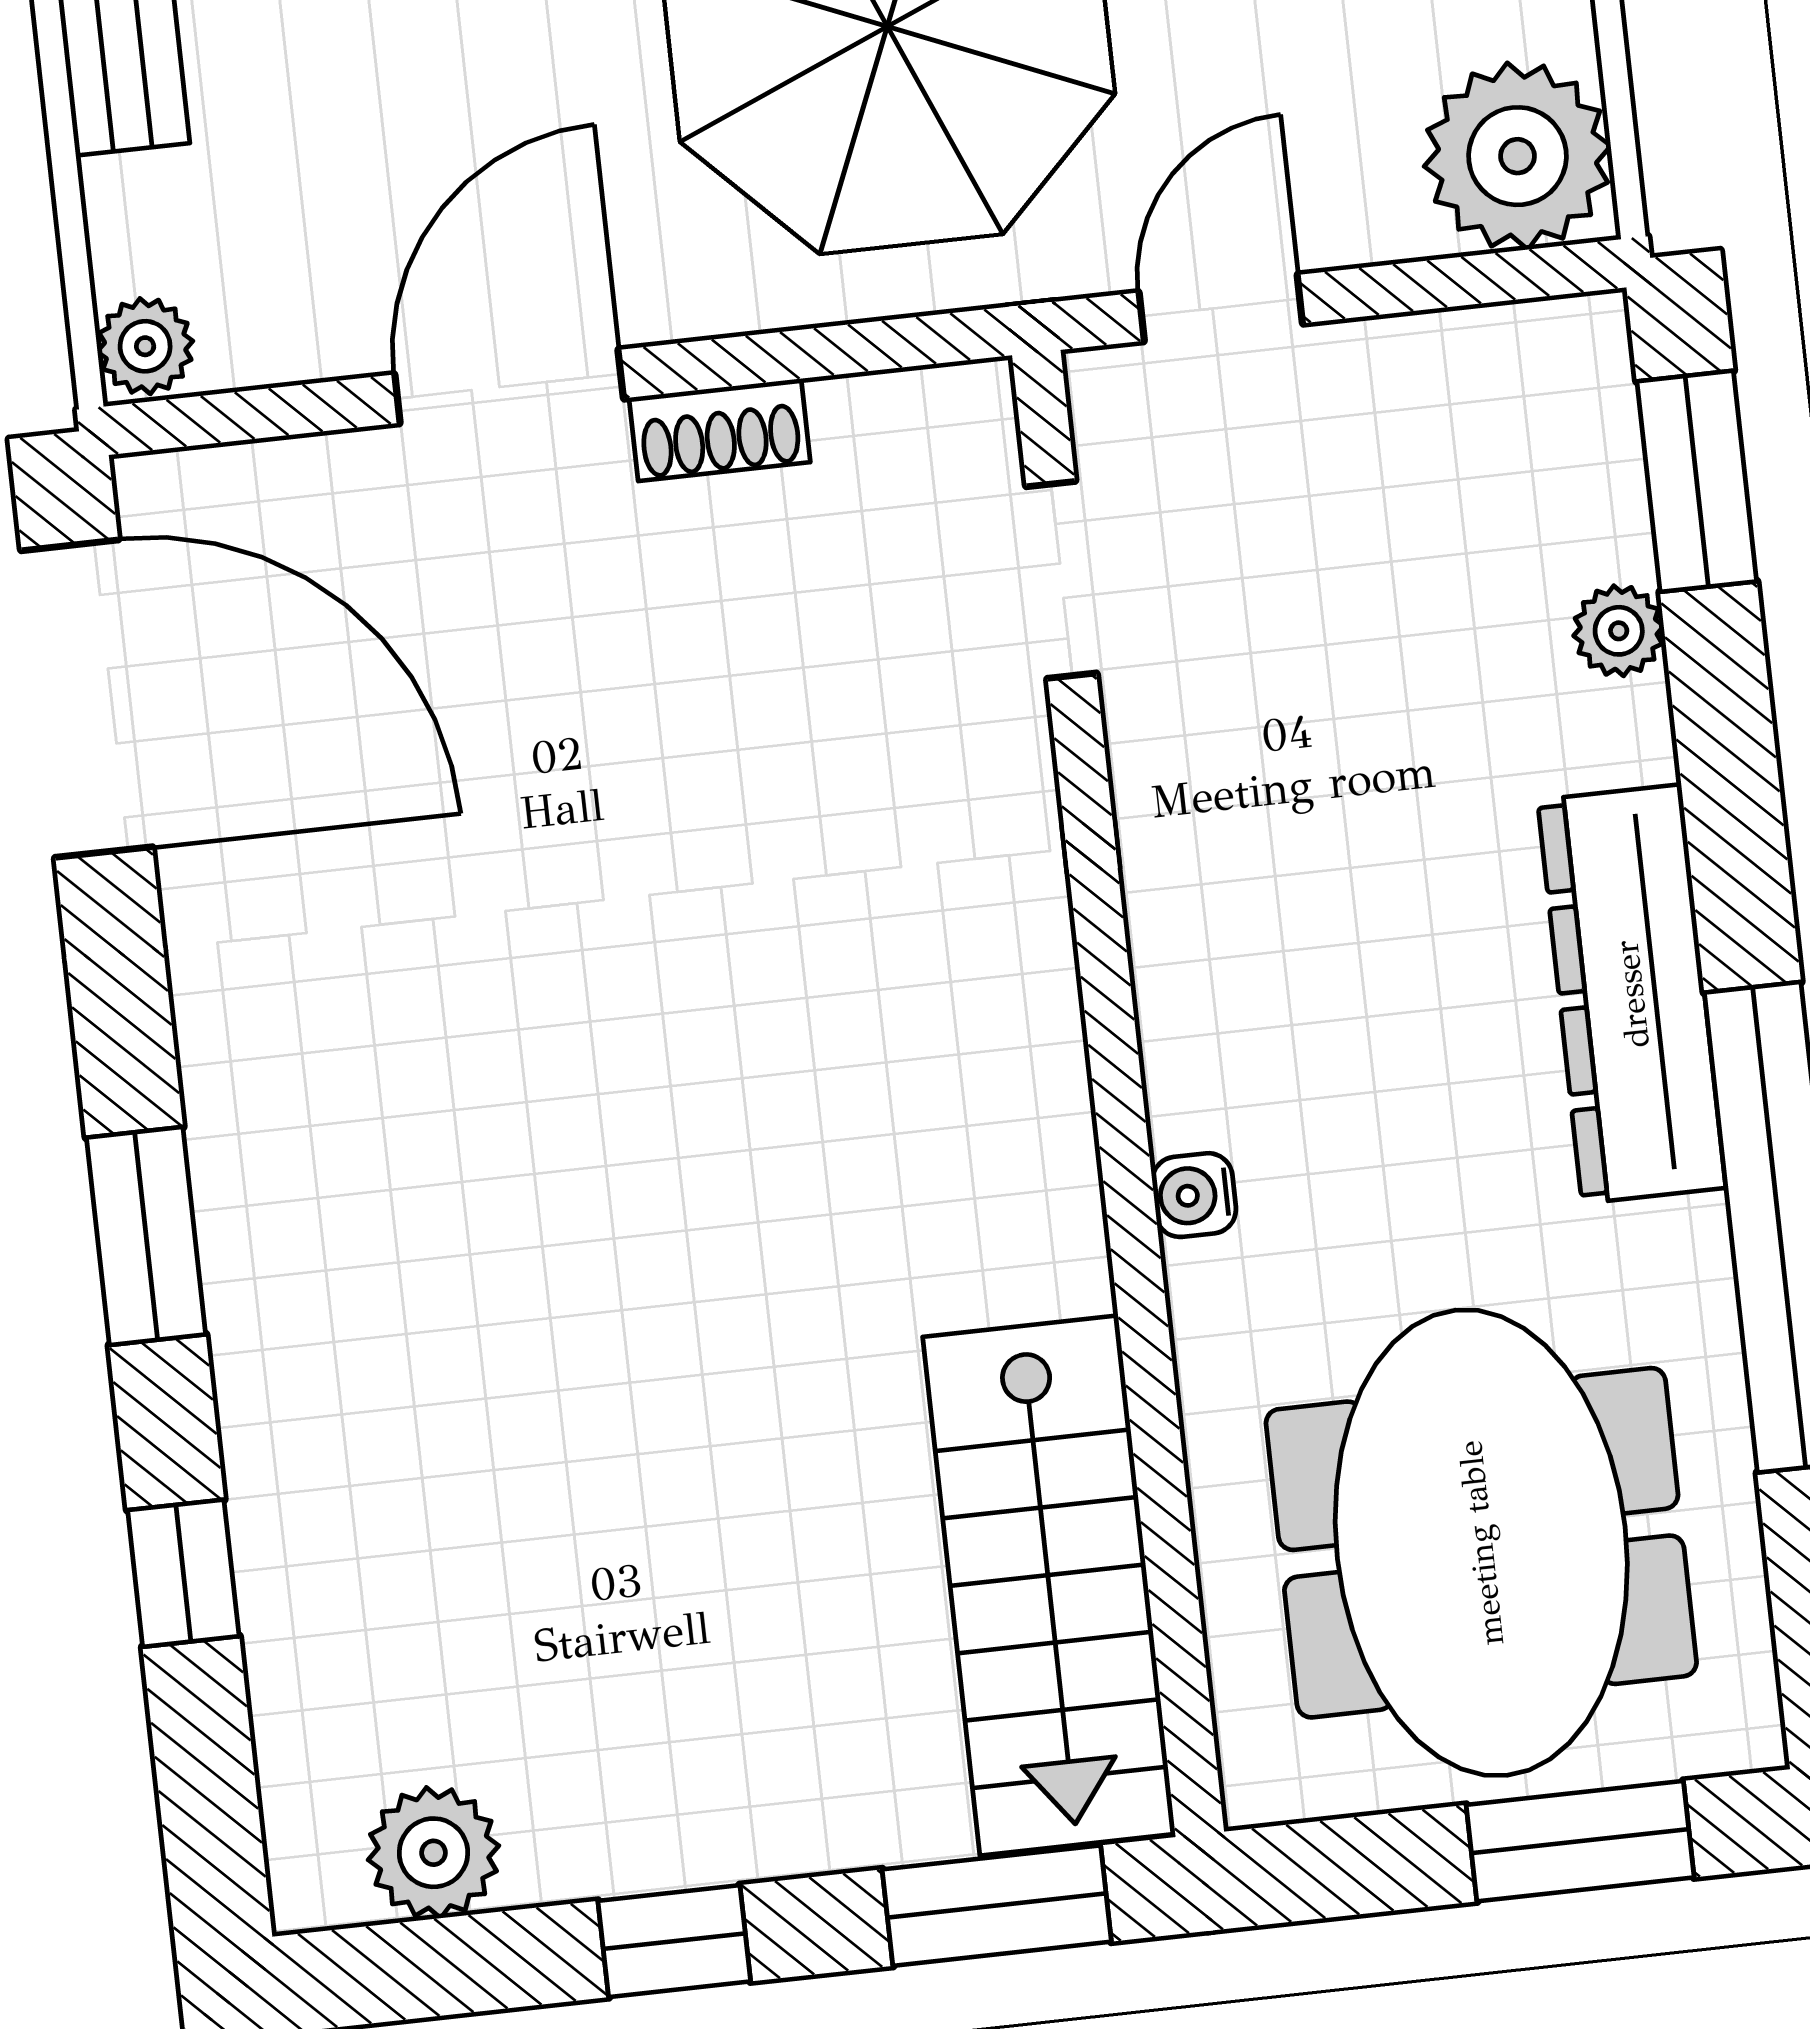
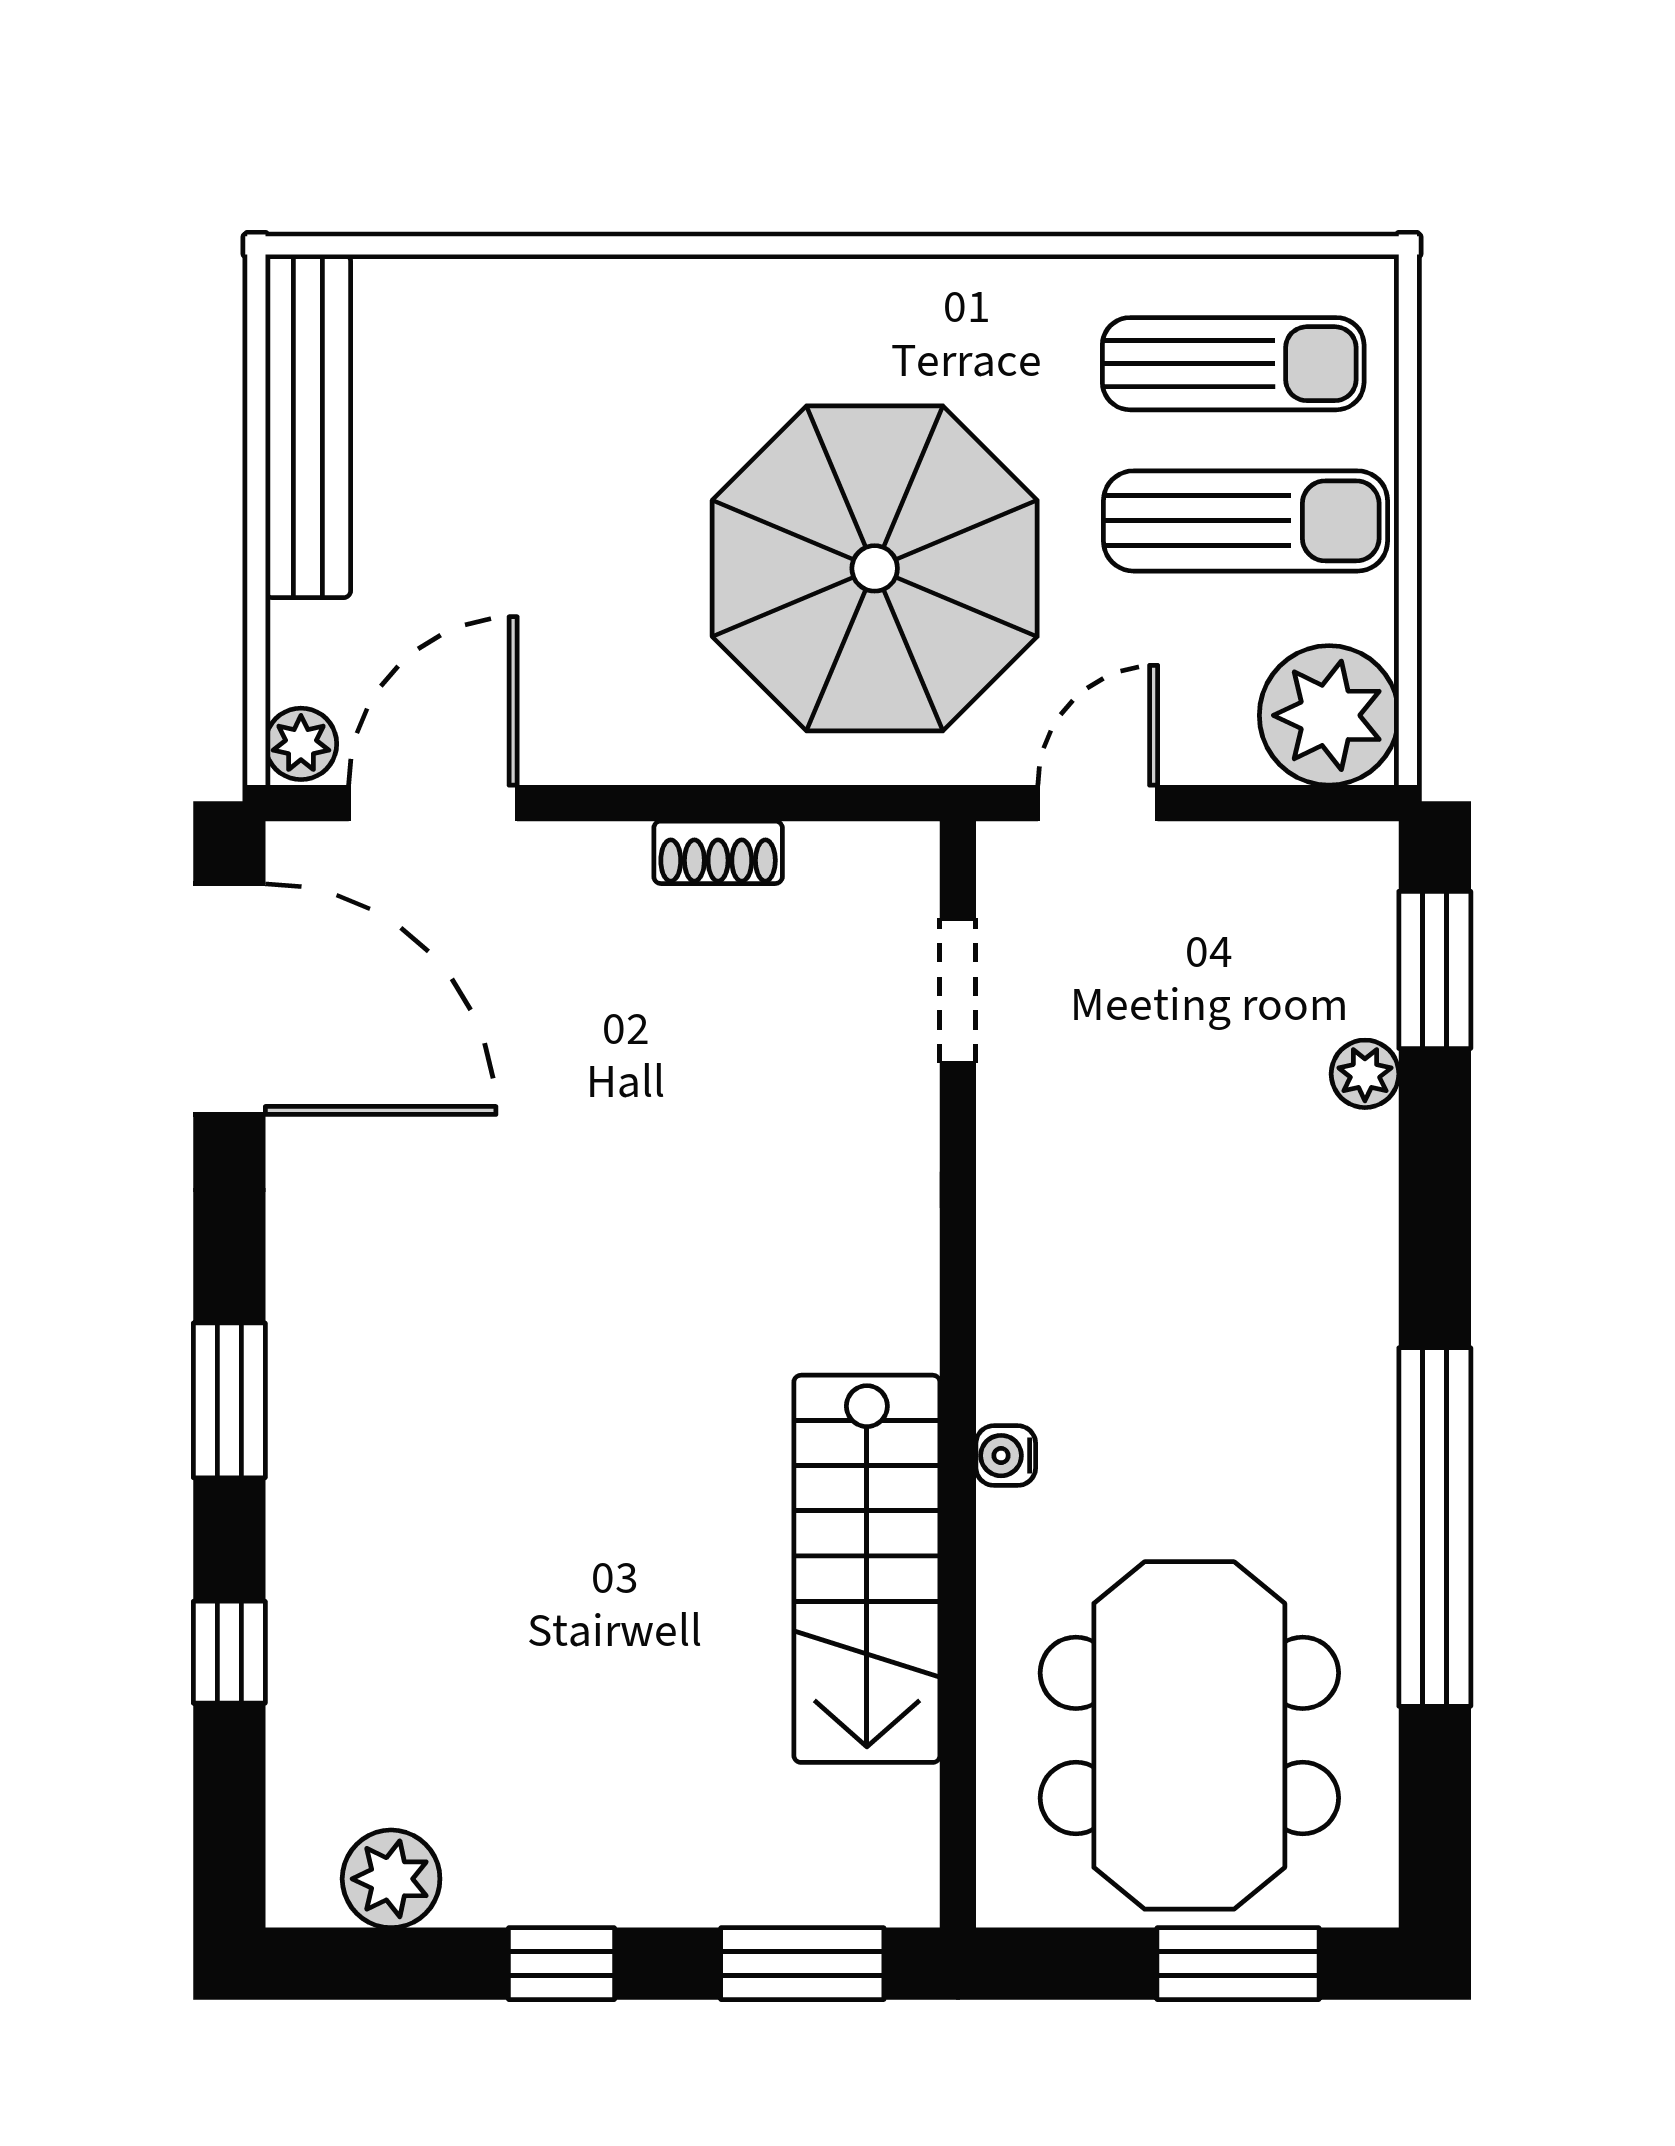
door: (509, 386) -> (433, 803), moved
dresser: (1632, 994) -> (1345, 1343), removed
stairs: (1049, 1585) -> (867, 1569), moved

